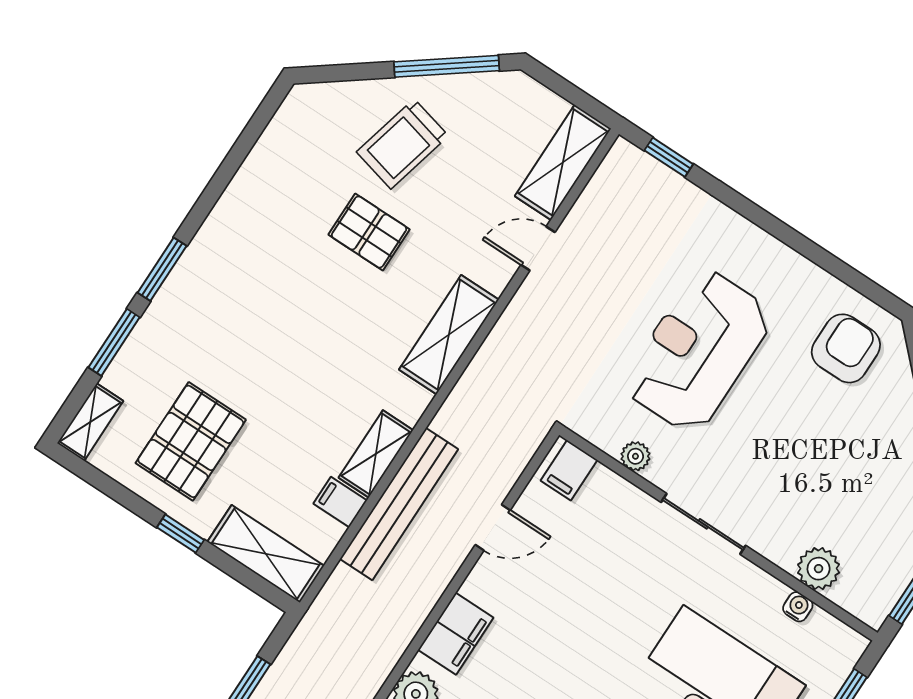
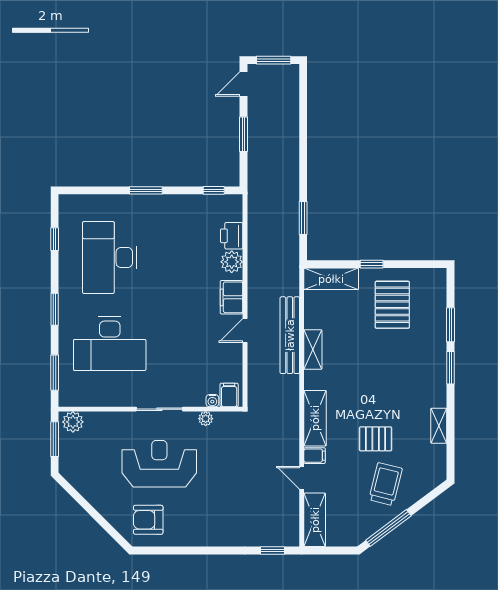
door: (538, 249) -> (302, 478), swing flipped
armchair: (846, 348) -> (148, 520), turned 90
reception desk: (698, 351) -> (159, 464), moved, turned -90
shelving: (90, 422) -> (439, 426), moved
filing cabinet: (340, 502) -> (315, 456), moved
door: (493, 527) -> (245, 330), moved
plant: (819, 569) -> (73, 422), moved
water cooler: (798, 607) -> (212, 401), moved

